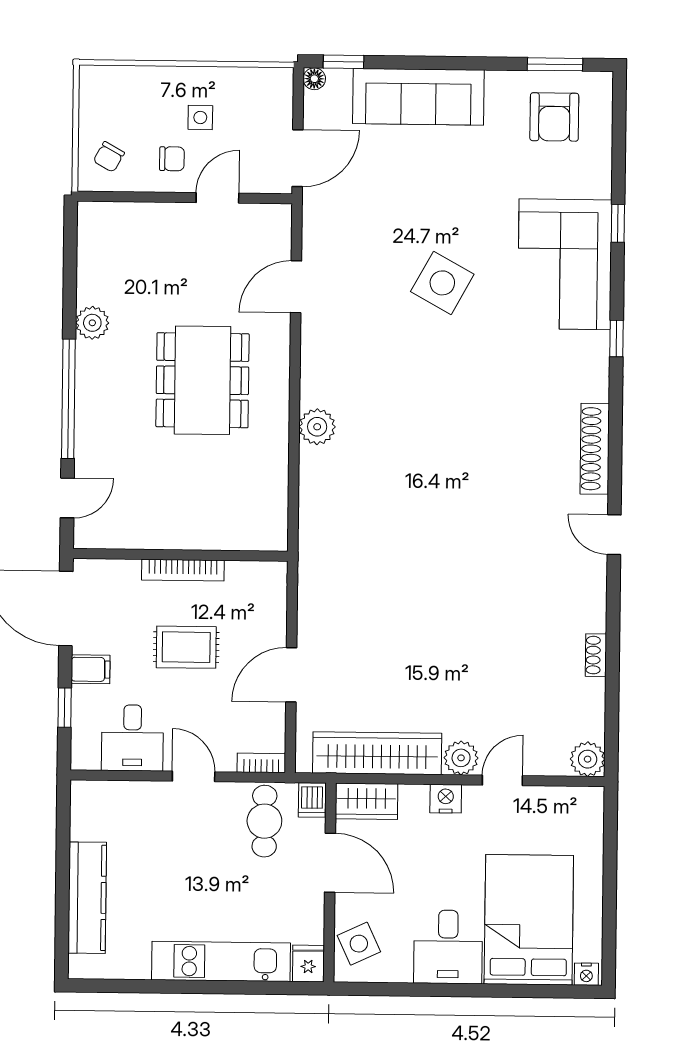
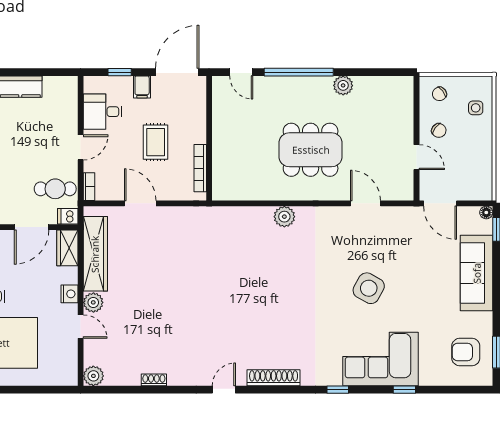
side table: (200, 118) -> (476, 108), moved
chair: (109, 157) -> (439, 94), turned -66
chair: (172, 159) -> (439, 130), turned -53
bookcase: (183, 570) -> (200, 168), moved

